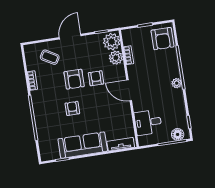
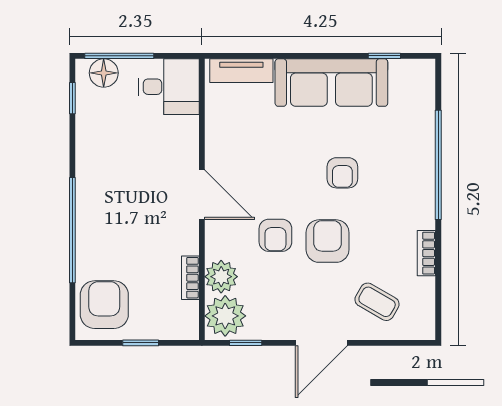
plant: (177, 83) -> (87, 194), removed
desk: (148, 122) -> (169, 87), moved

